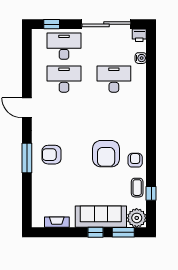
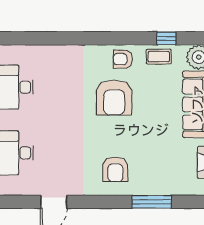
armchair: (106, 154) -> (114, 98), turned 90
window: (27, 158) -> (152, 202), moved

